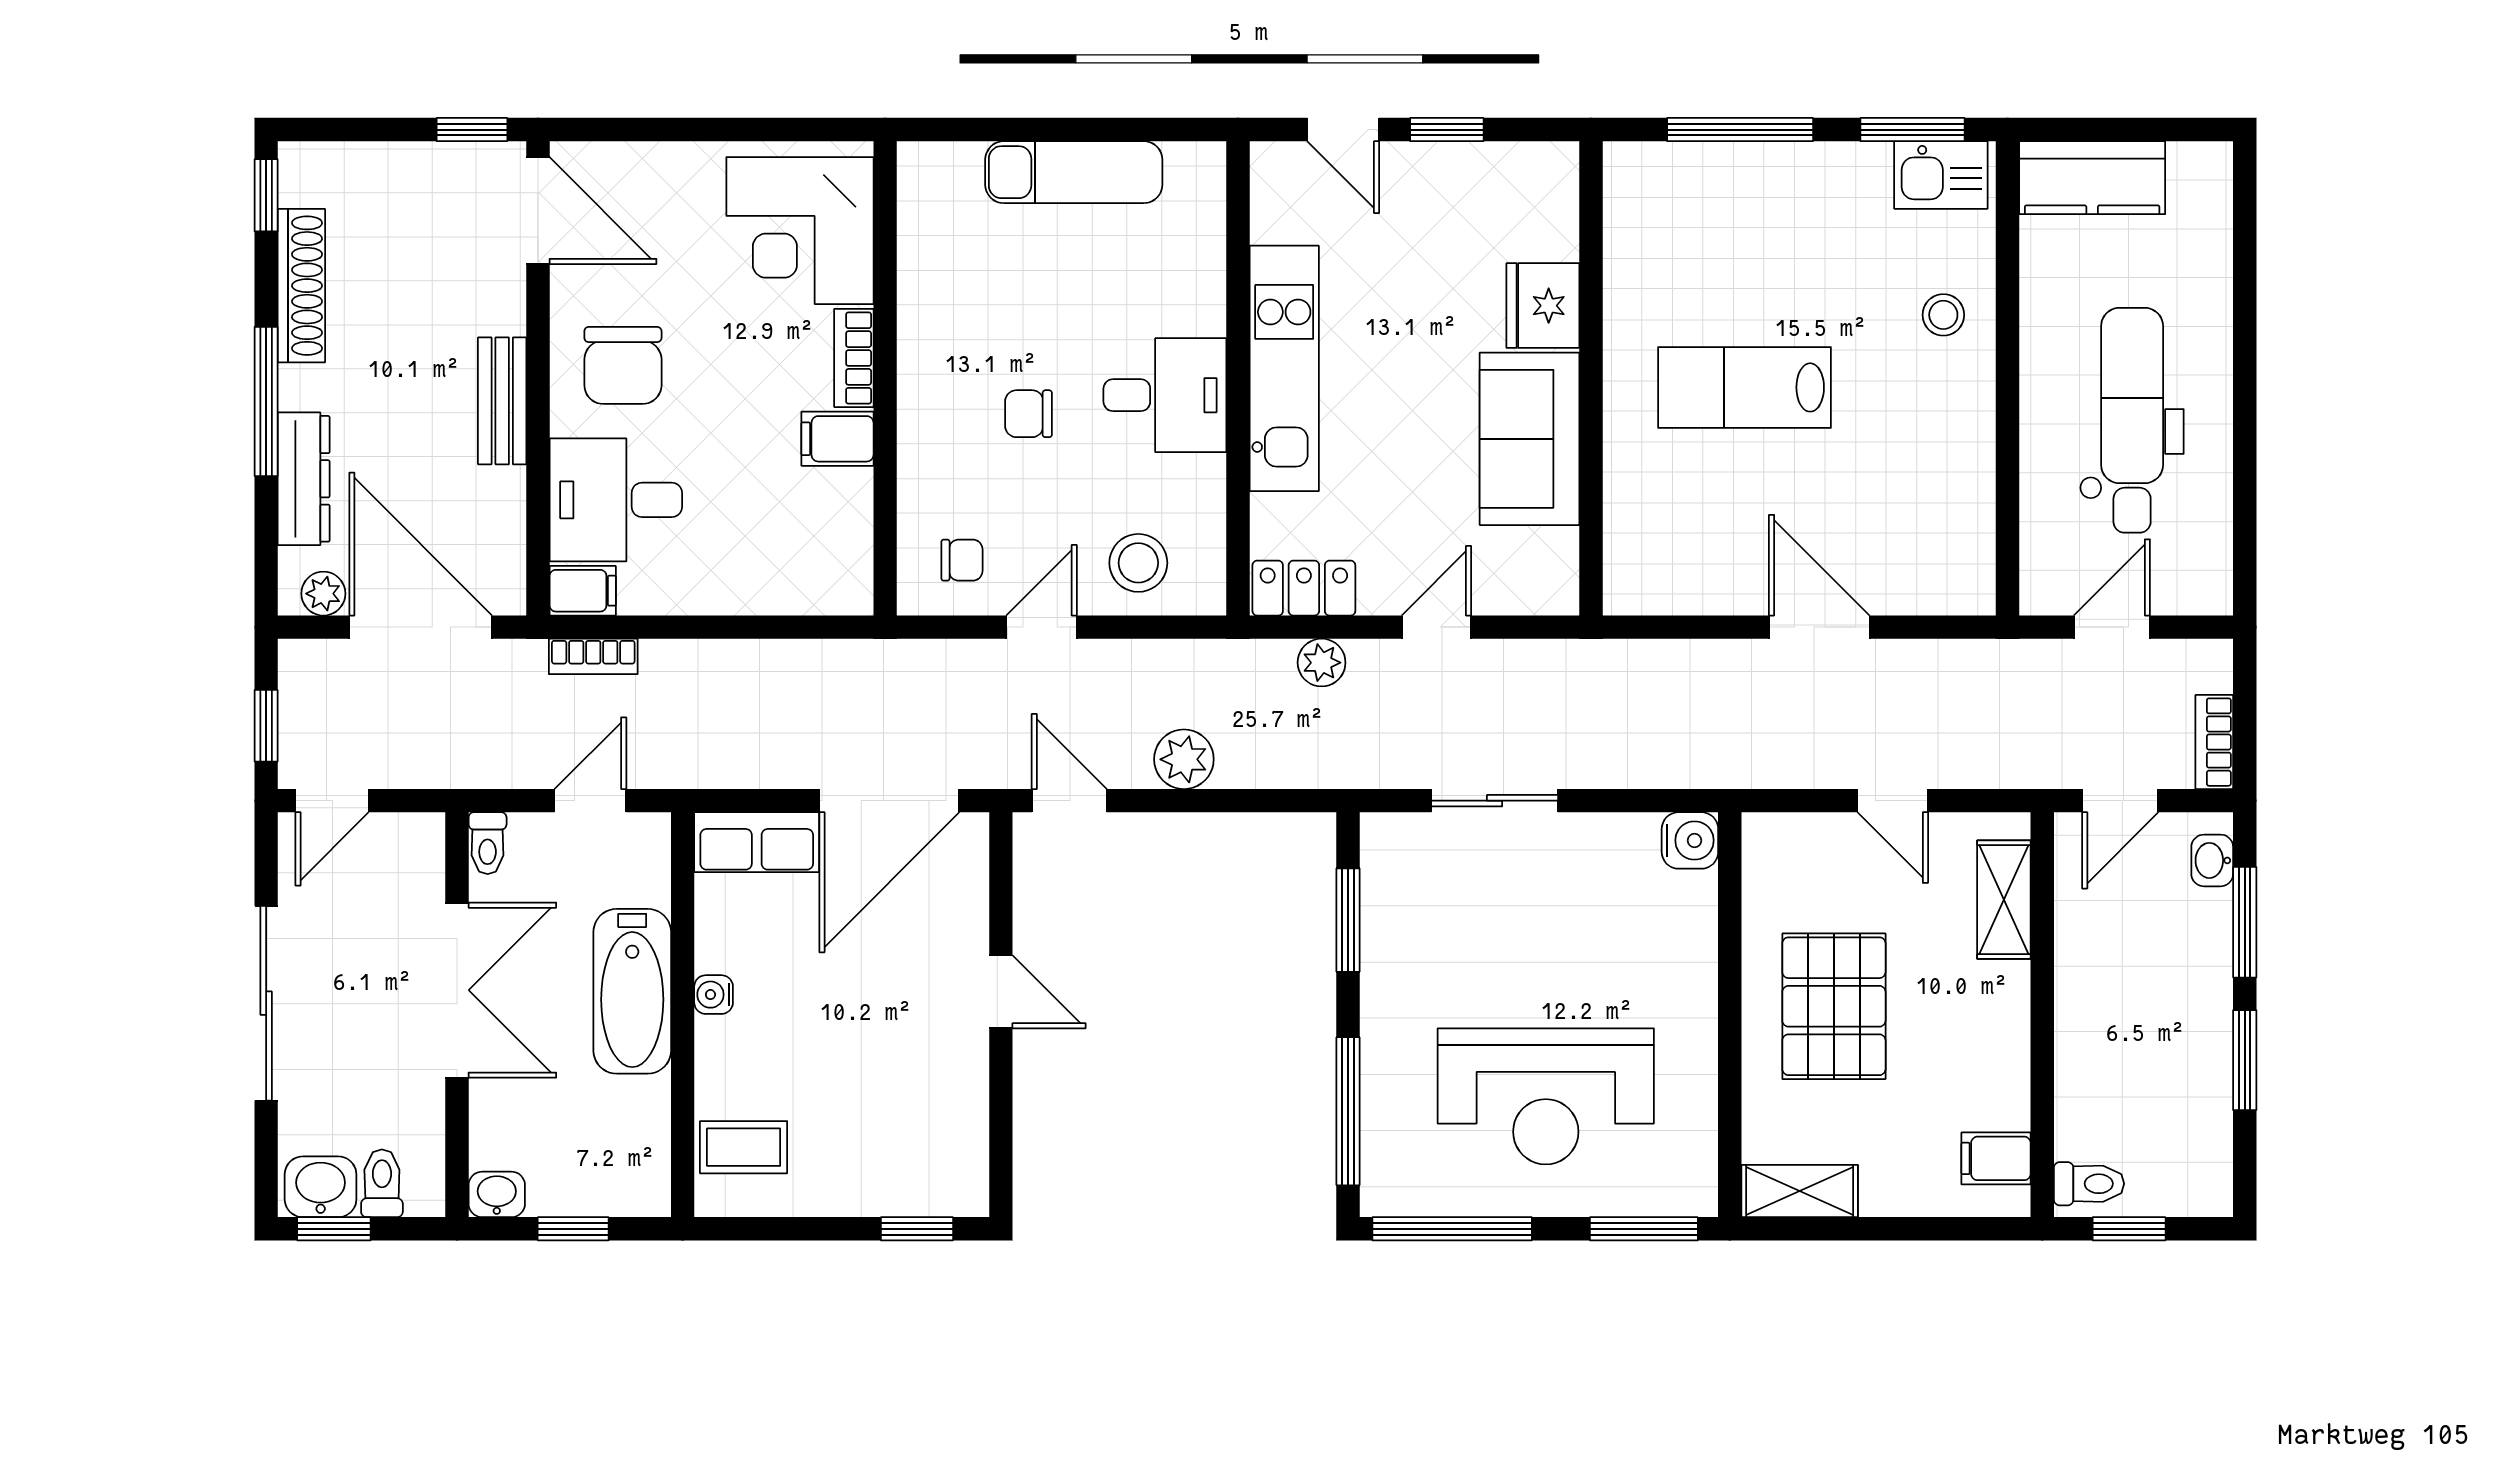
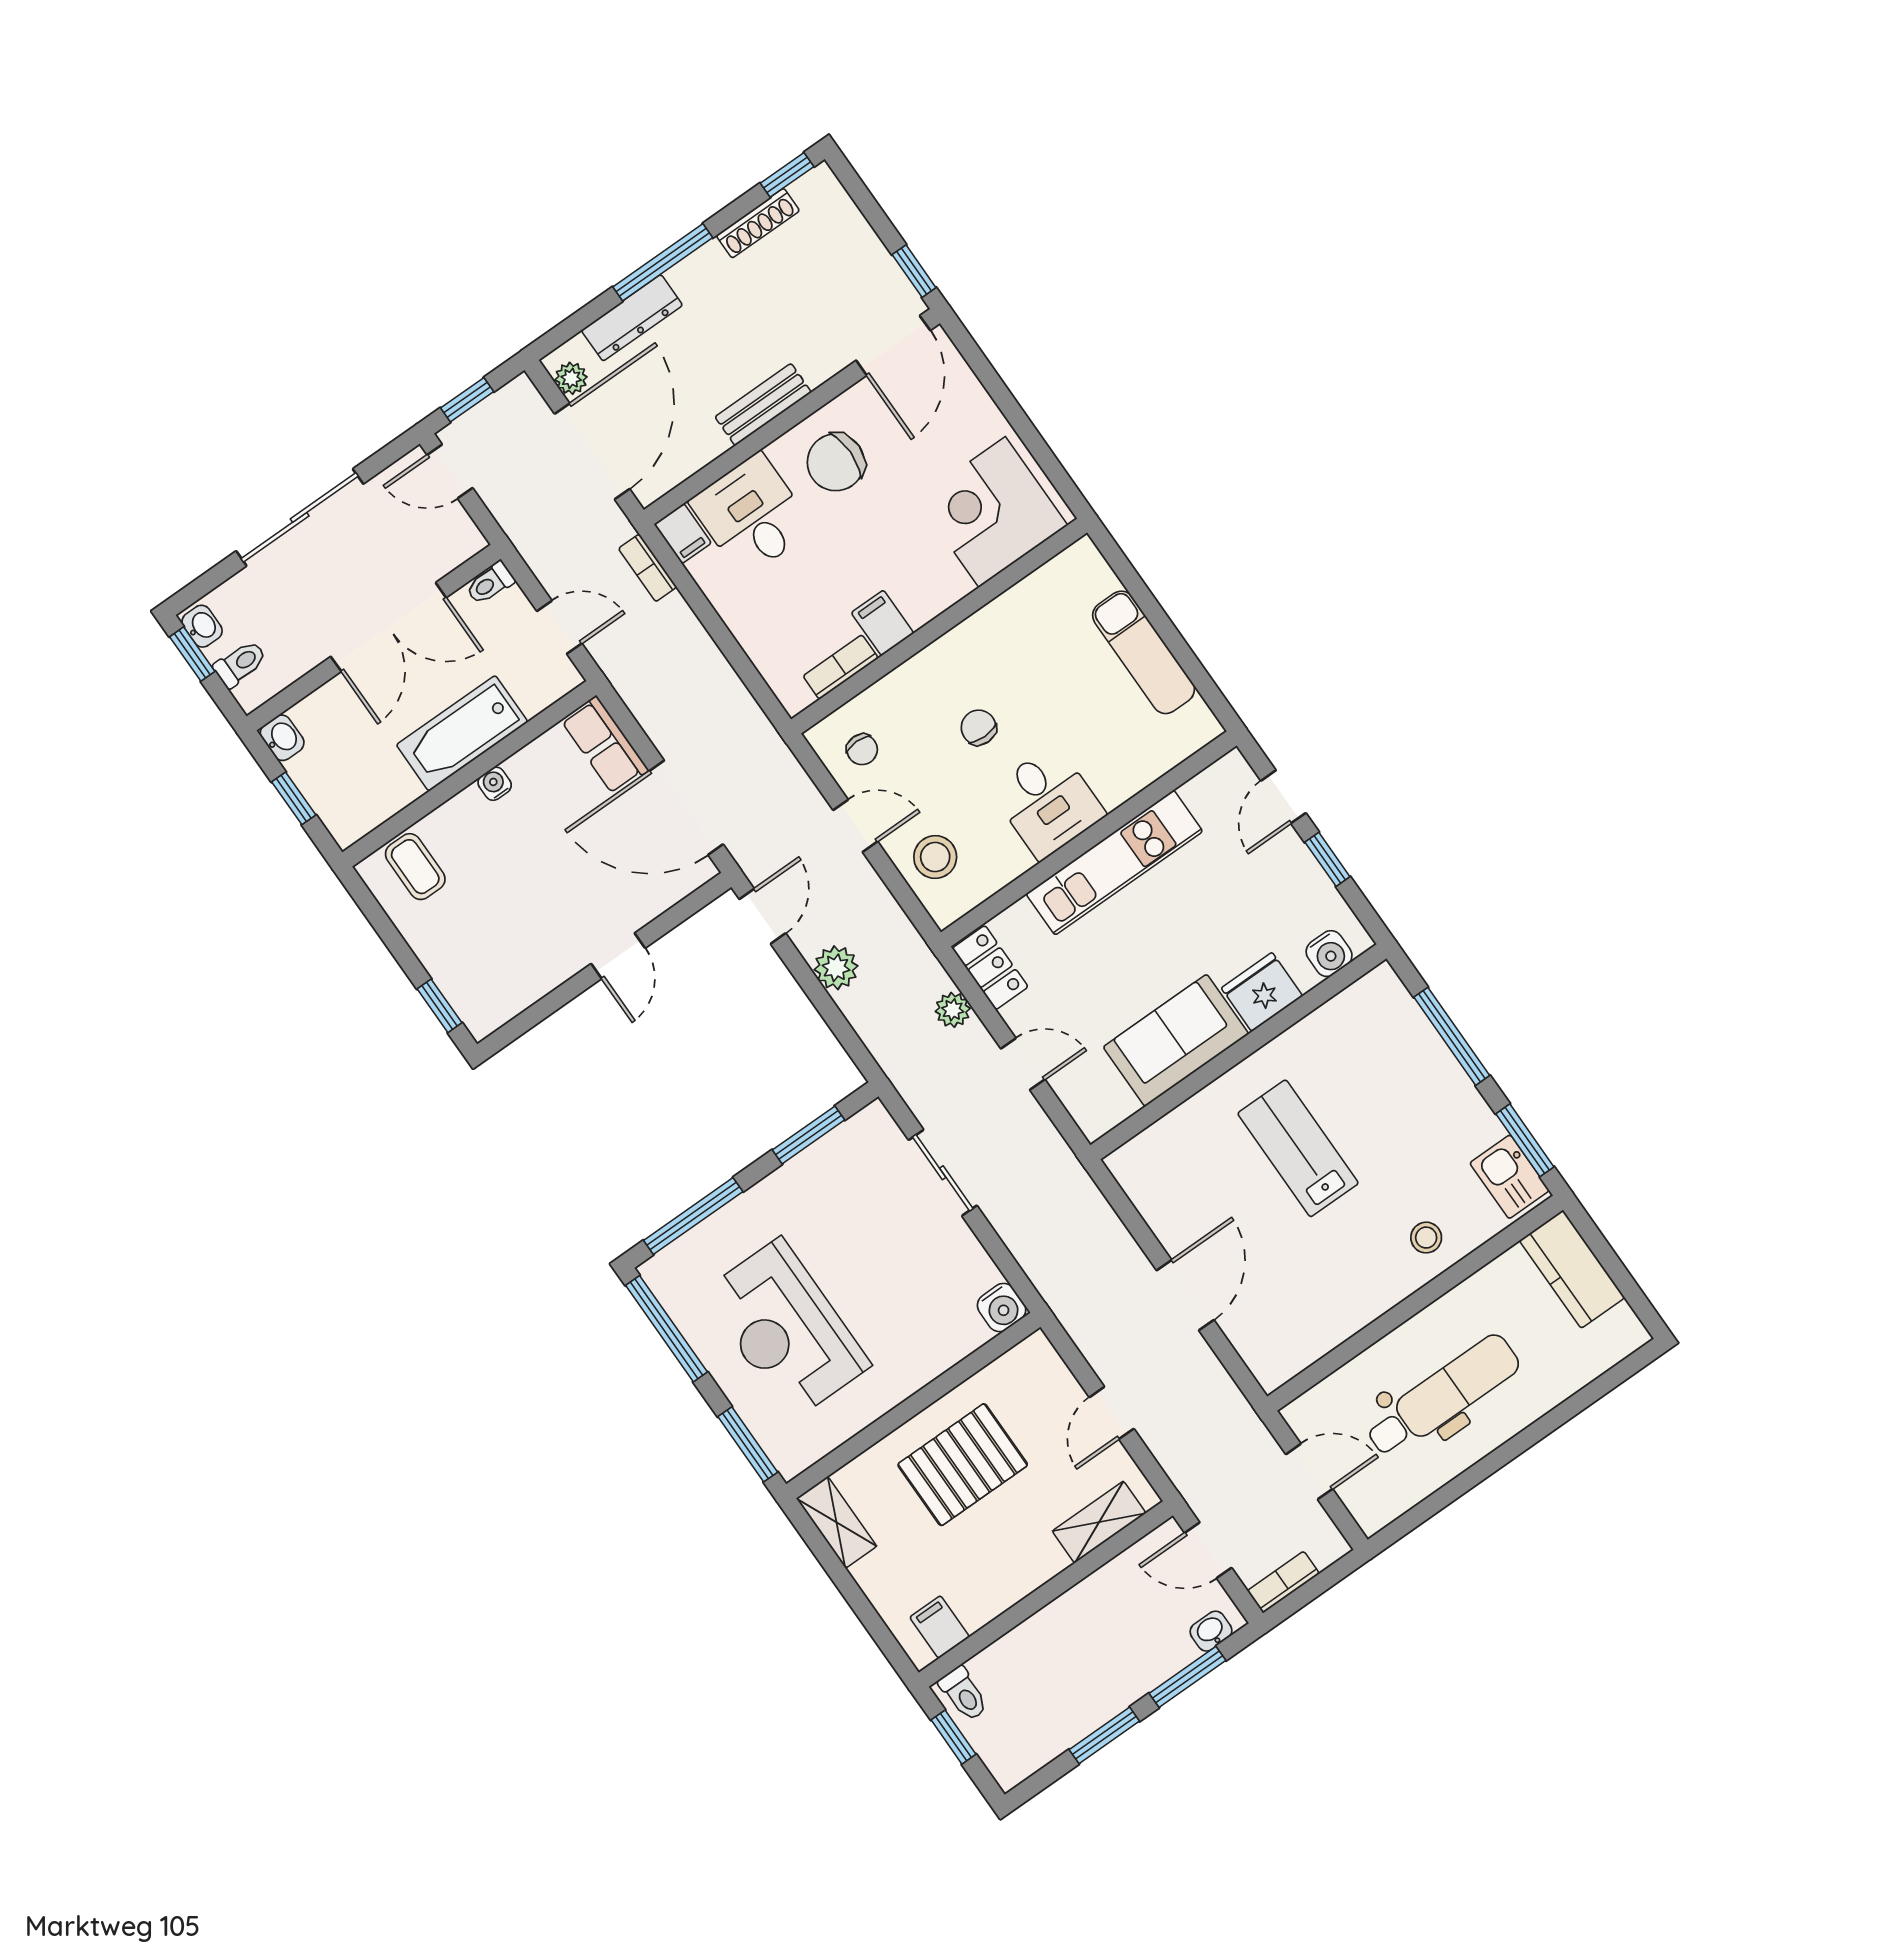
water cooler: (1553, 201) -> (1329, 954), added
shoe rack: (301, 286) -> (758, 223), width x0.74, depth x0.81
bookcase: (854, 358) -> (841, 667), moved
washbasin: (321, 1187) -> (202, 626), width x0.72, depth x0.69

